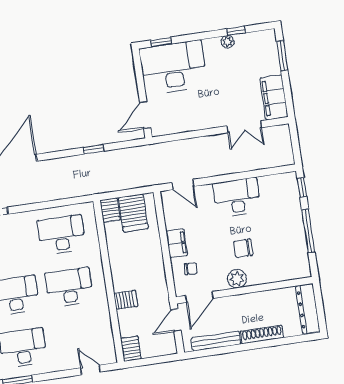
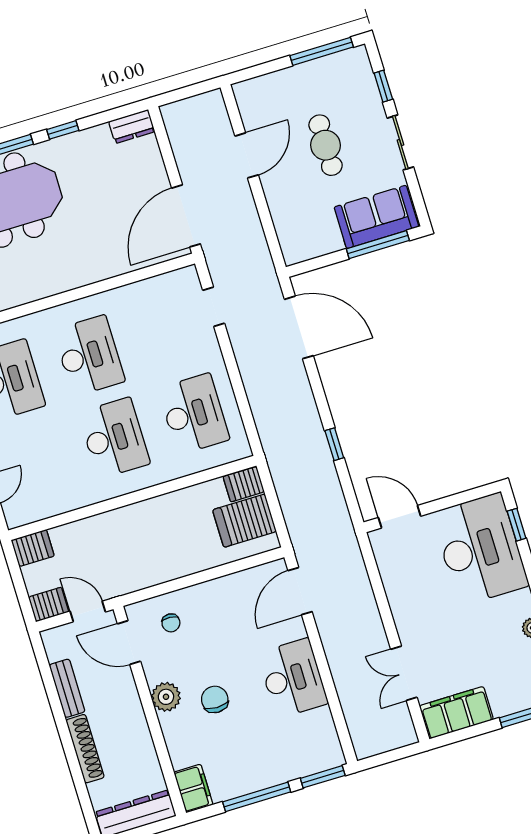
door: (183, 185) -> (300, 591), width x1.38
window: (302, 187) -> (323, 777), width x1.50
filing cabinet: (177, 243) -> (193, 788), moved, turned -90
server rack: (126, 300) -> (49, 605), moved, turned -90
bench: (216, 341) -> (67, 688), width x0.73

